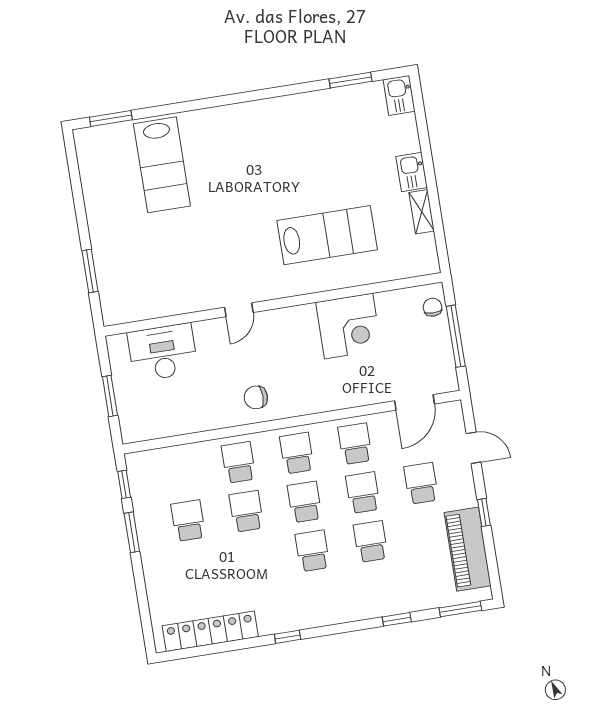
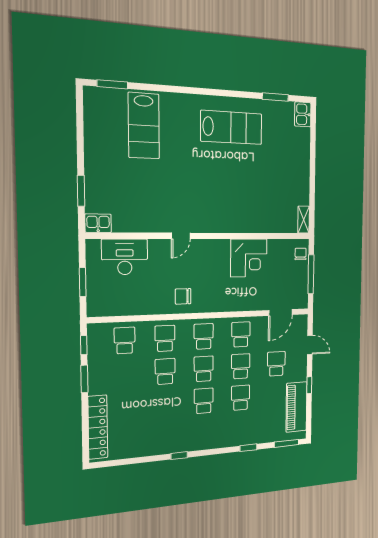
kitchen sink: (412, 172) -> (98, 223), moved, turned 90
shelving: (422, 212) -> (304, 220), moved
lab bench: (327, 235) -> (231, 127), moved
school desk: (188, 521) -> (125, 340), moved
locker: (210, 631) -> (98, 427), moved, turned 90

